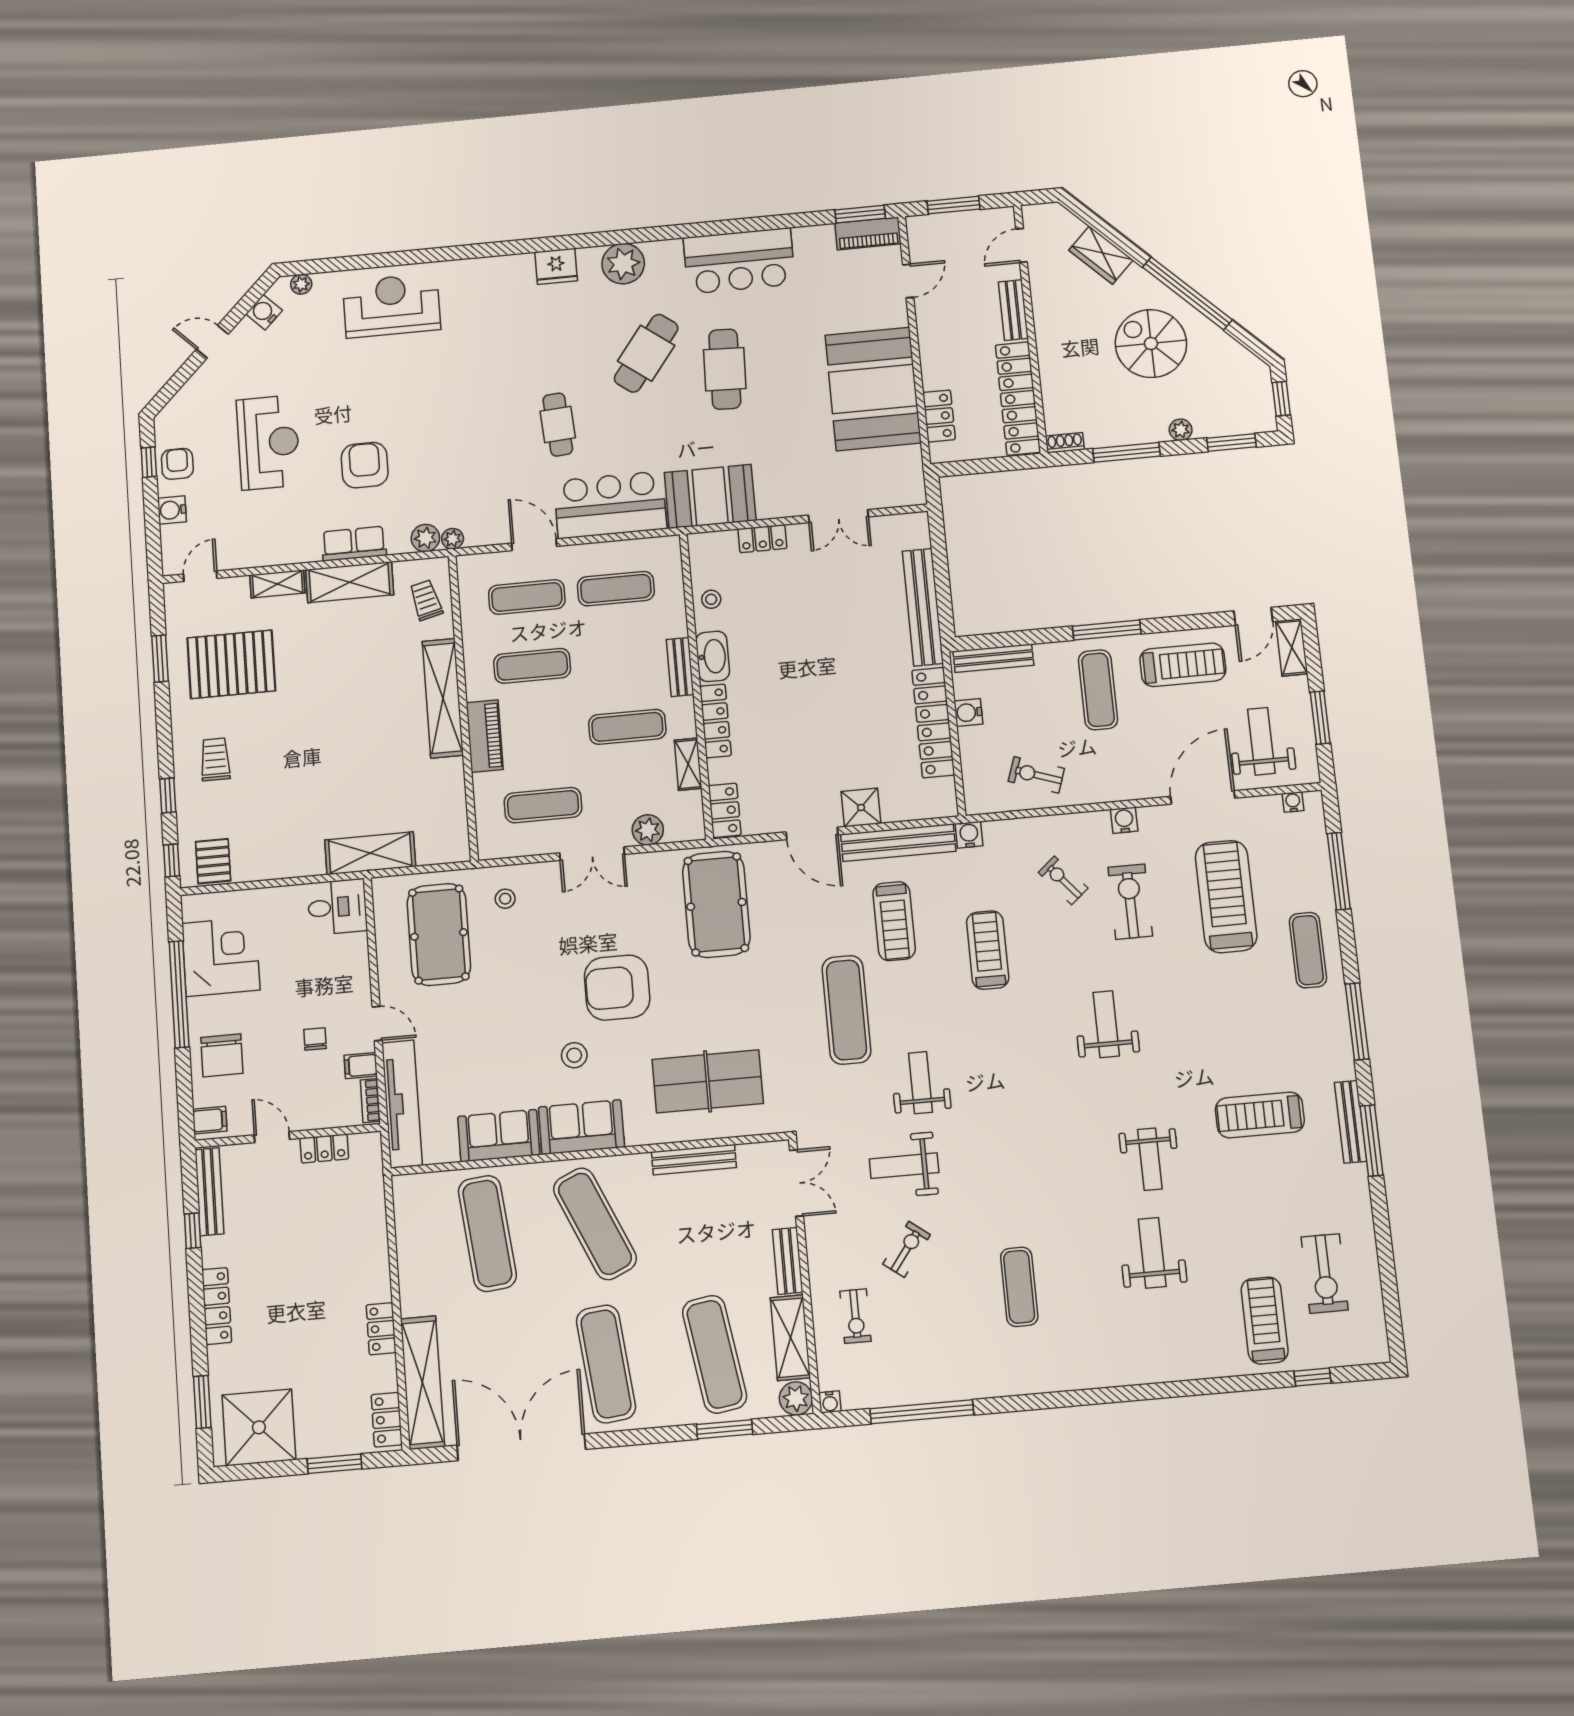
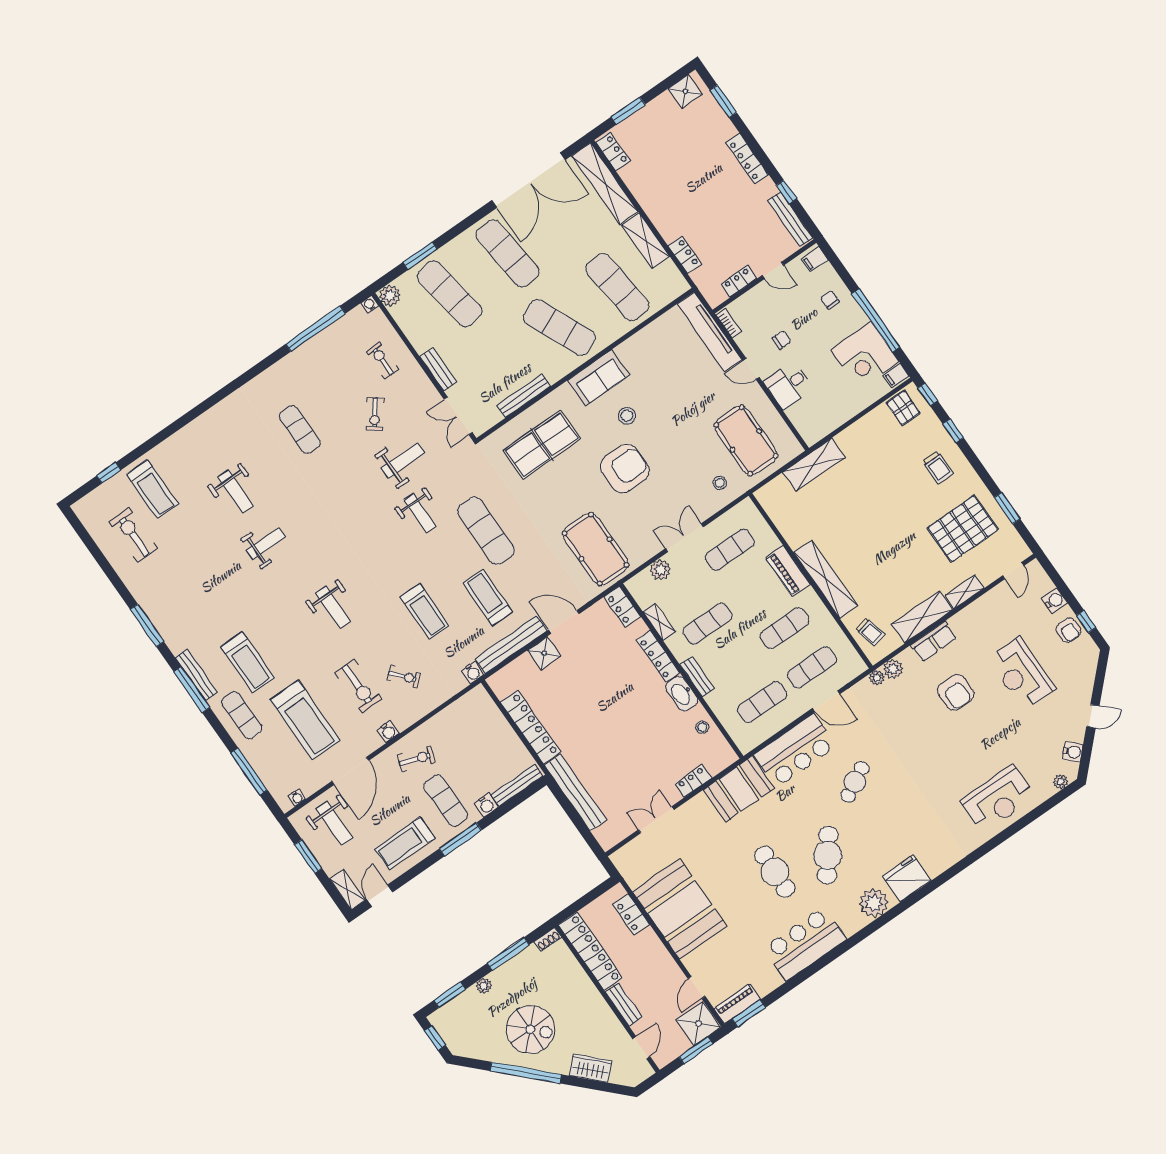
shower: (931, 236) -> (699, 1024), added
fridge: (556, 266) -> (907, 878), width x1.36, depth x1.34
cafe table: (558, 425) -> (855, 782), turned 65
water cooler: (968, 712) -> (486, 805), moved, turned 90
exercise bike: (1036, 775) -> (416, 759), moved
desk: (337, 907) -> (788, 385), moved
chair: (315, 1039) -> (782, 340), turned -90
chair: (222, 1055) -> (830, 300), width x0.54, depth x0.54
filing cabinet: (361, 1066) -> (896, 375), moved, turned 180
treadmill: (1260, 1115) -> (248, 662), moved, turned 90
bench: (1351, 1122) -> (196, 675), moved
sofa: (499, 1136) -> (643, 346), removed
weight bench: (1150, 1159) -> (266, 544), turned 90
locker: (381, 1329) -> (685, 255), moved
shelving: (790, 1338) -> (646, 241), moved
shower: (259, 1427) -> (685, 91), width x0.54, depth x0.54

